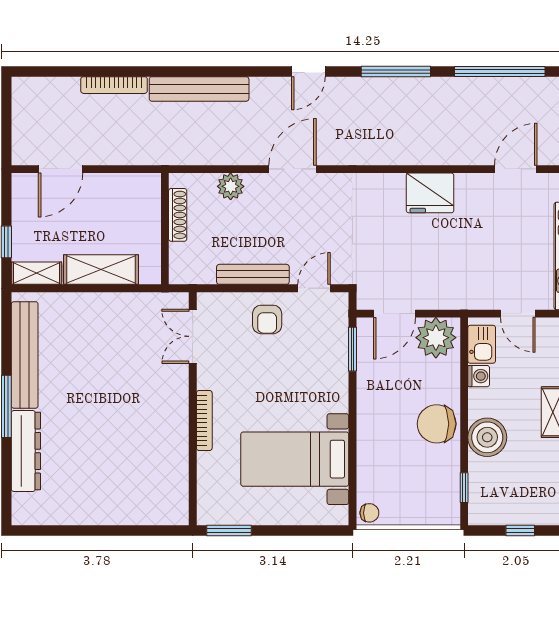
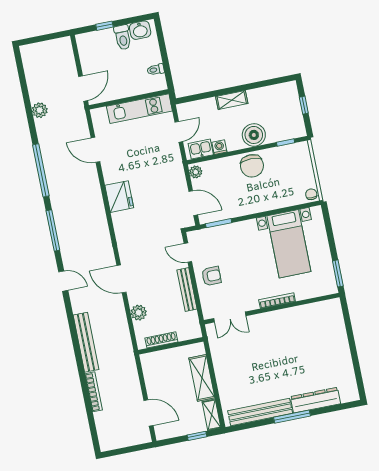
plant: (436, 338) -> (196, 172), width x0.53, depth x0.53

